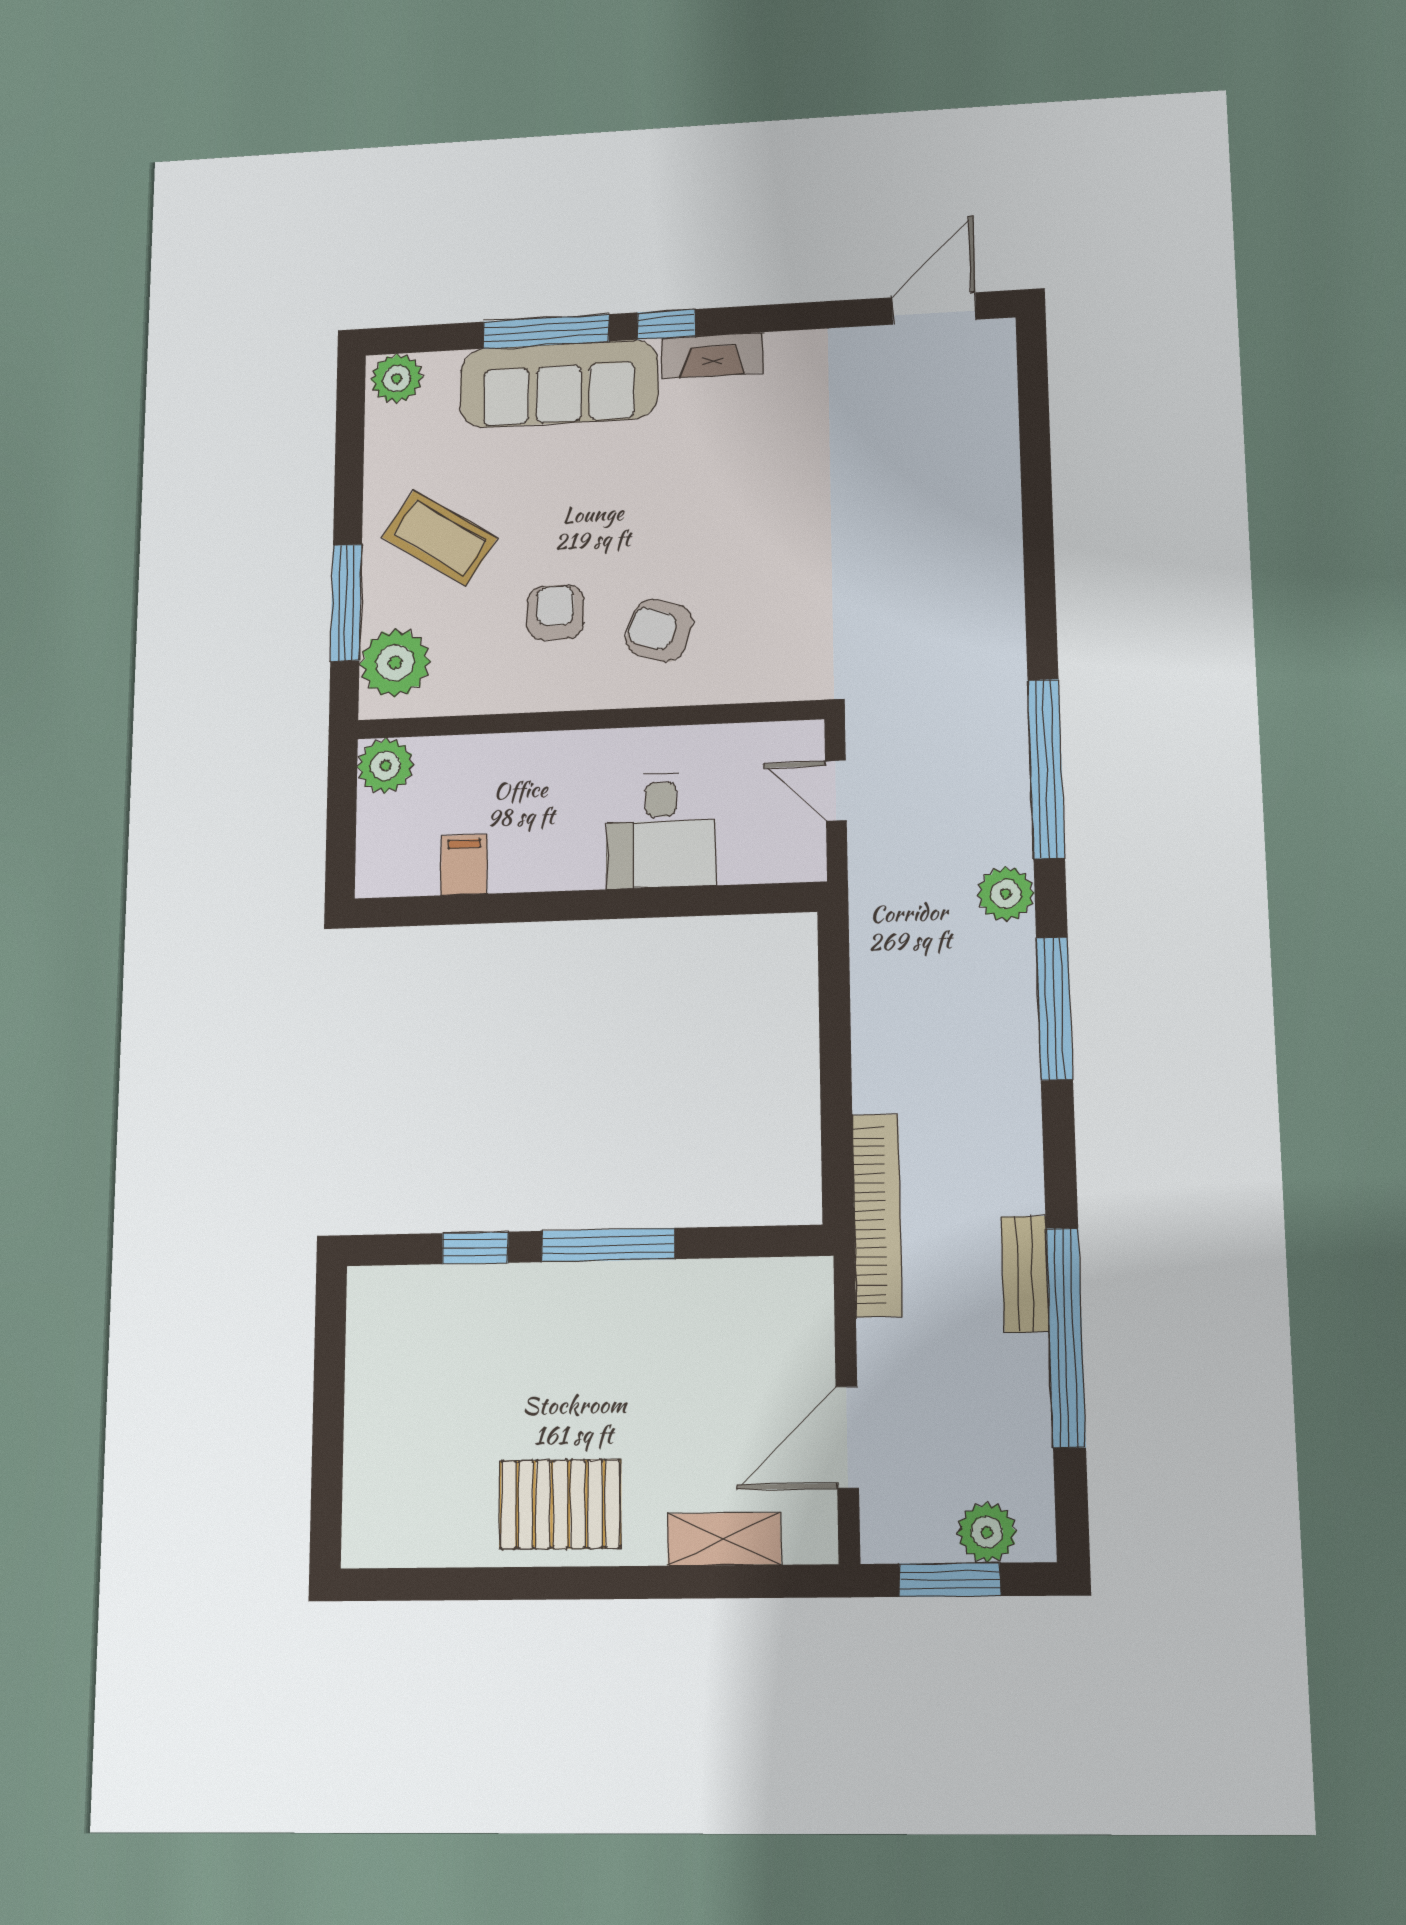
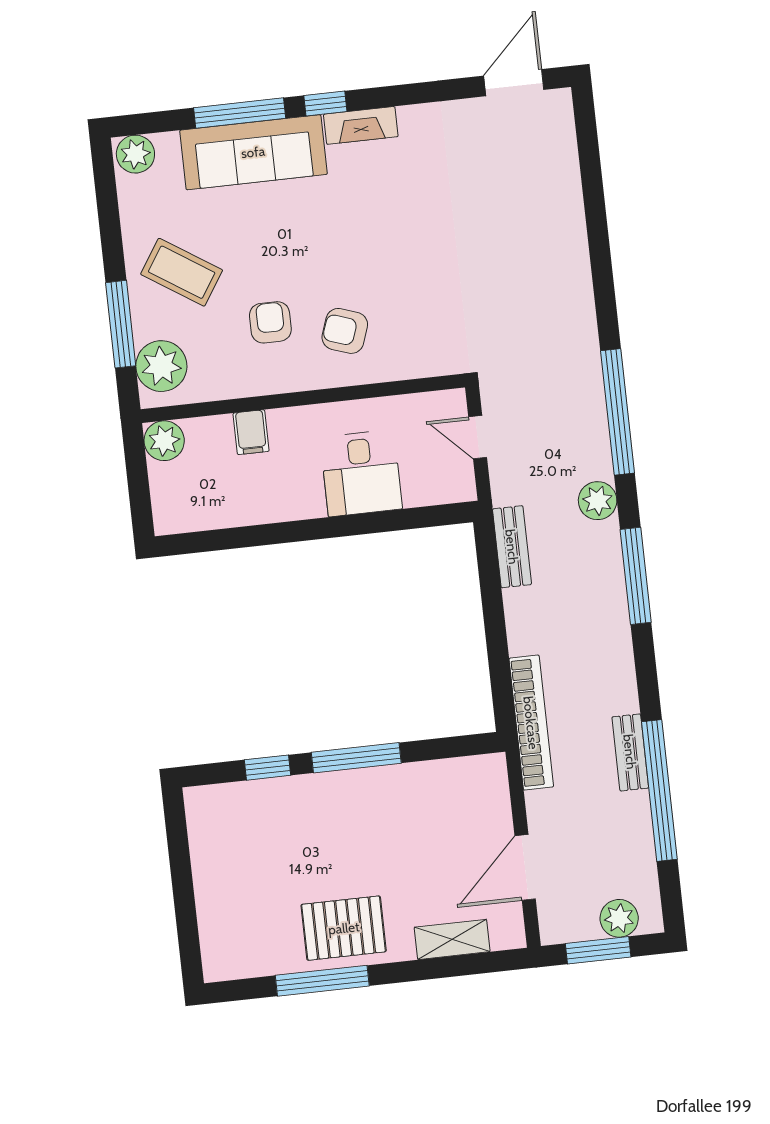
filing cabinet: (464, 865) -> (251, 432), moved, turned 180
bench: (872, 952) -> (512, 547), added
window: (519, 1583) -> (322, 981), added

